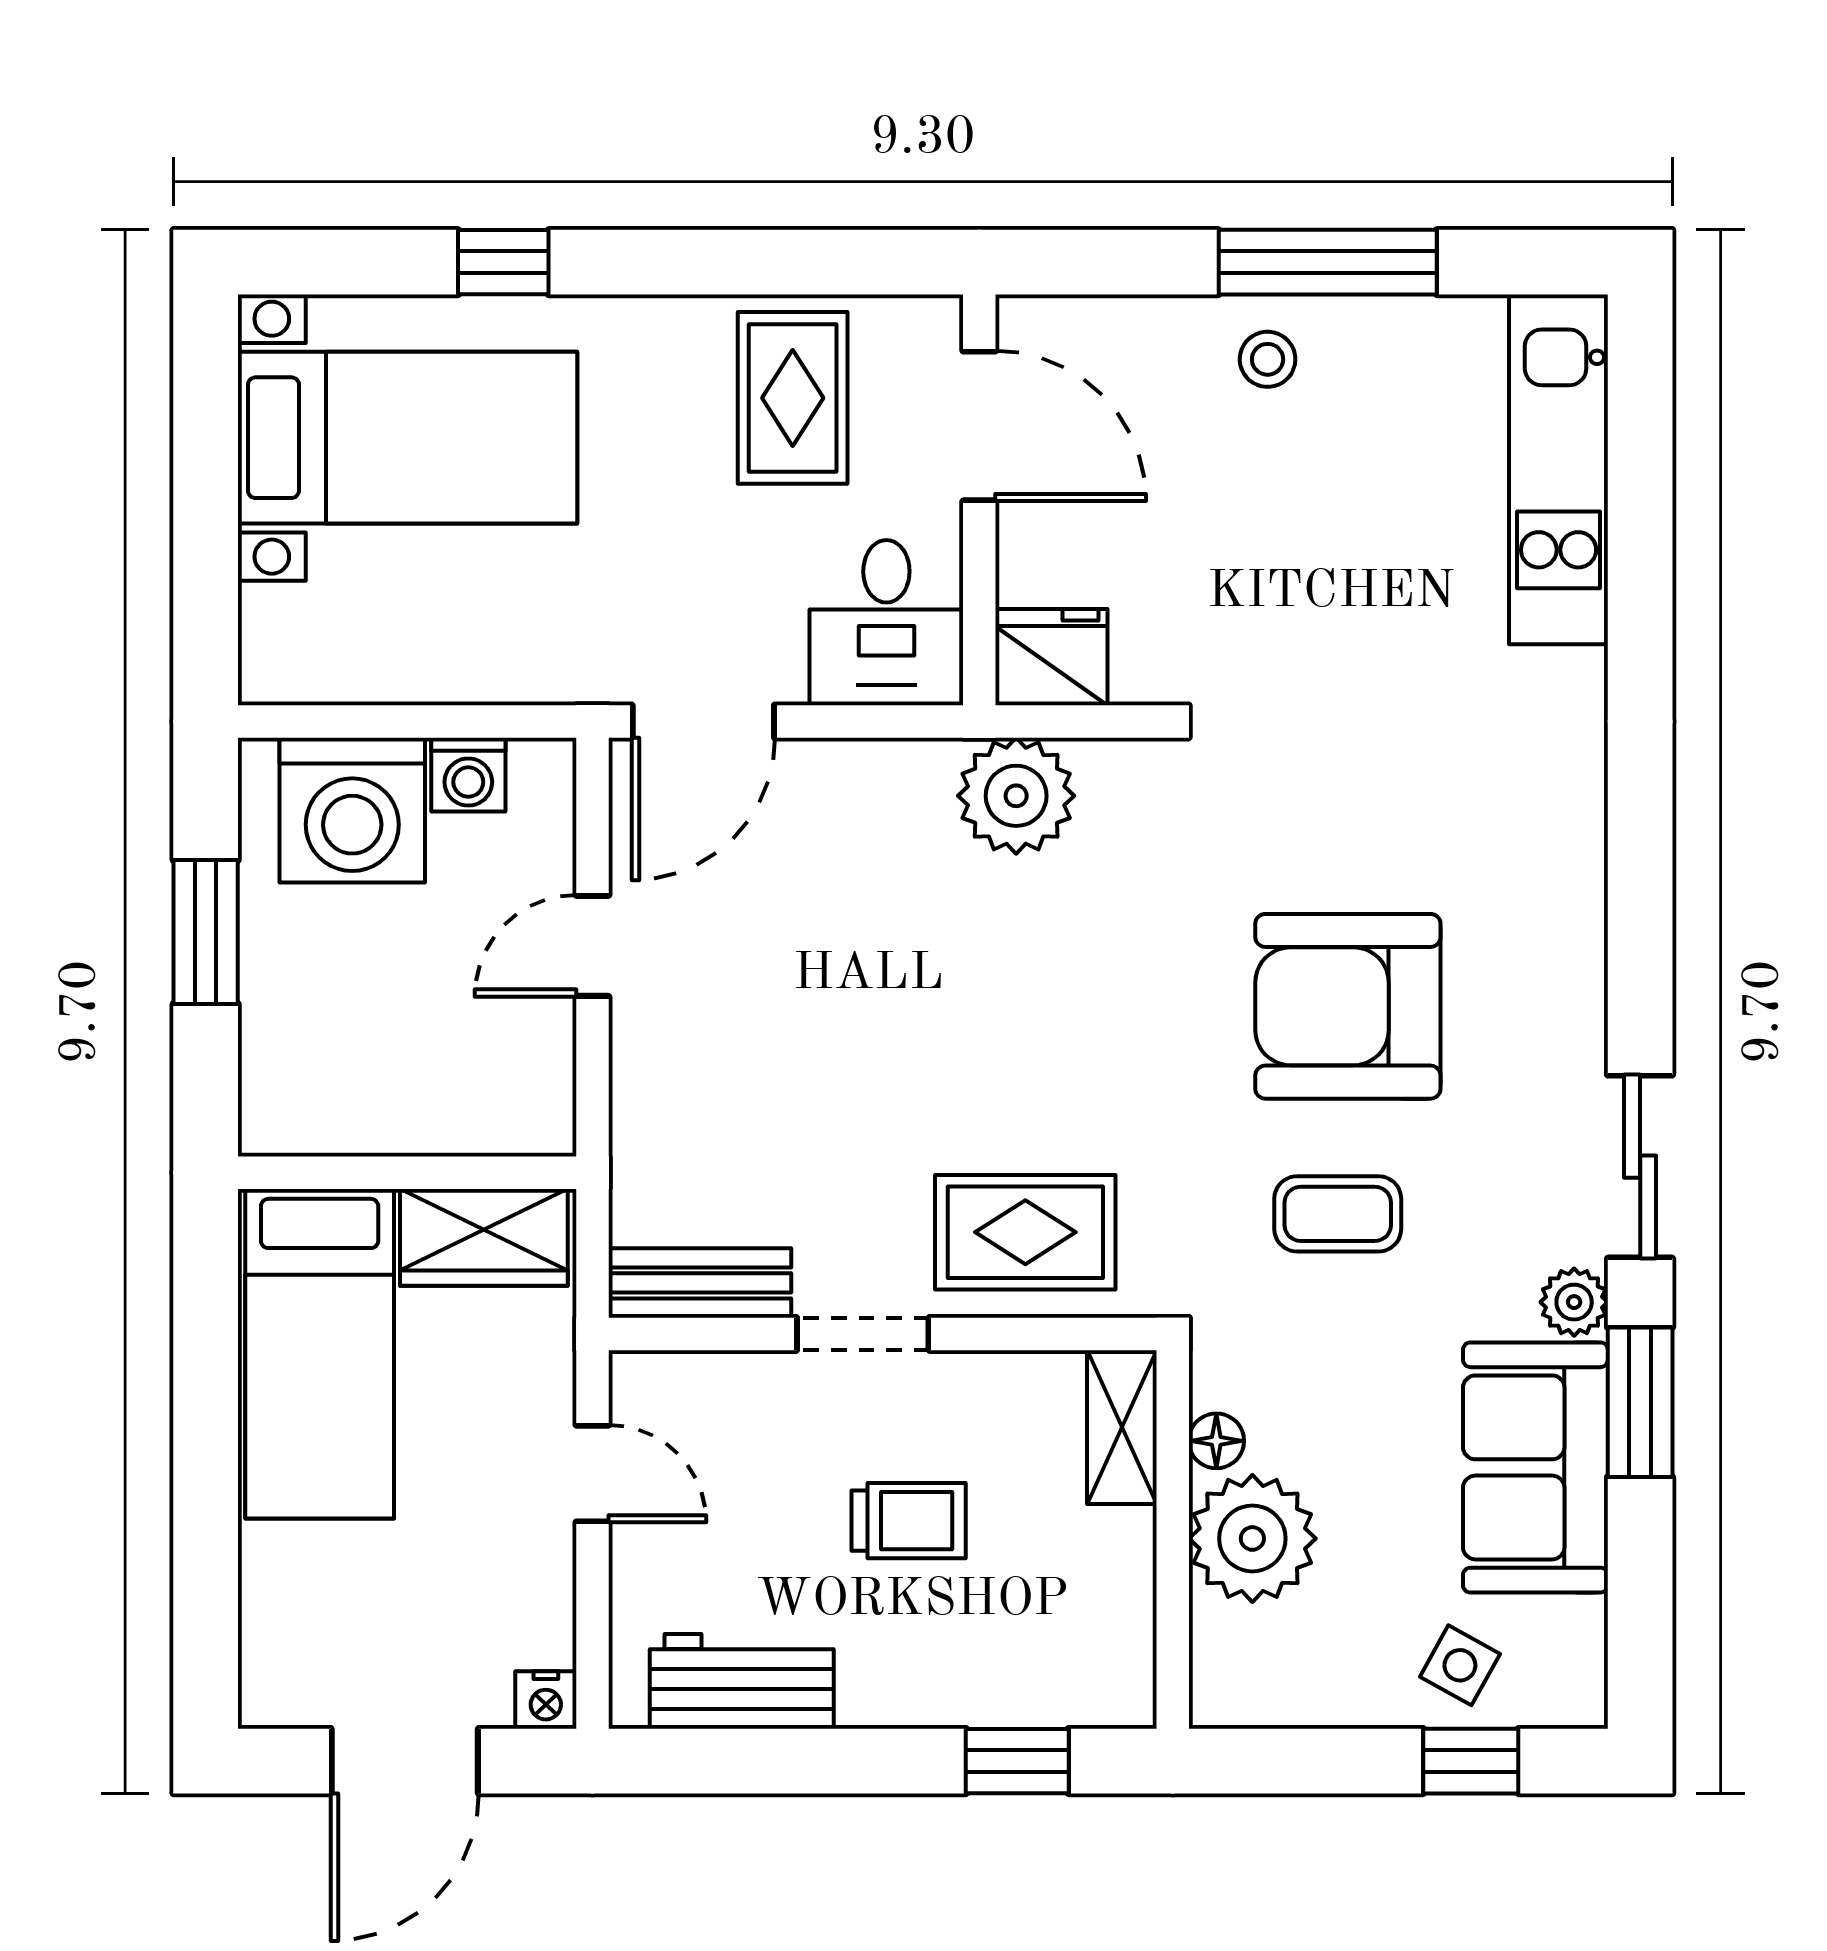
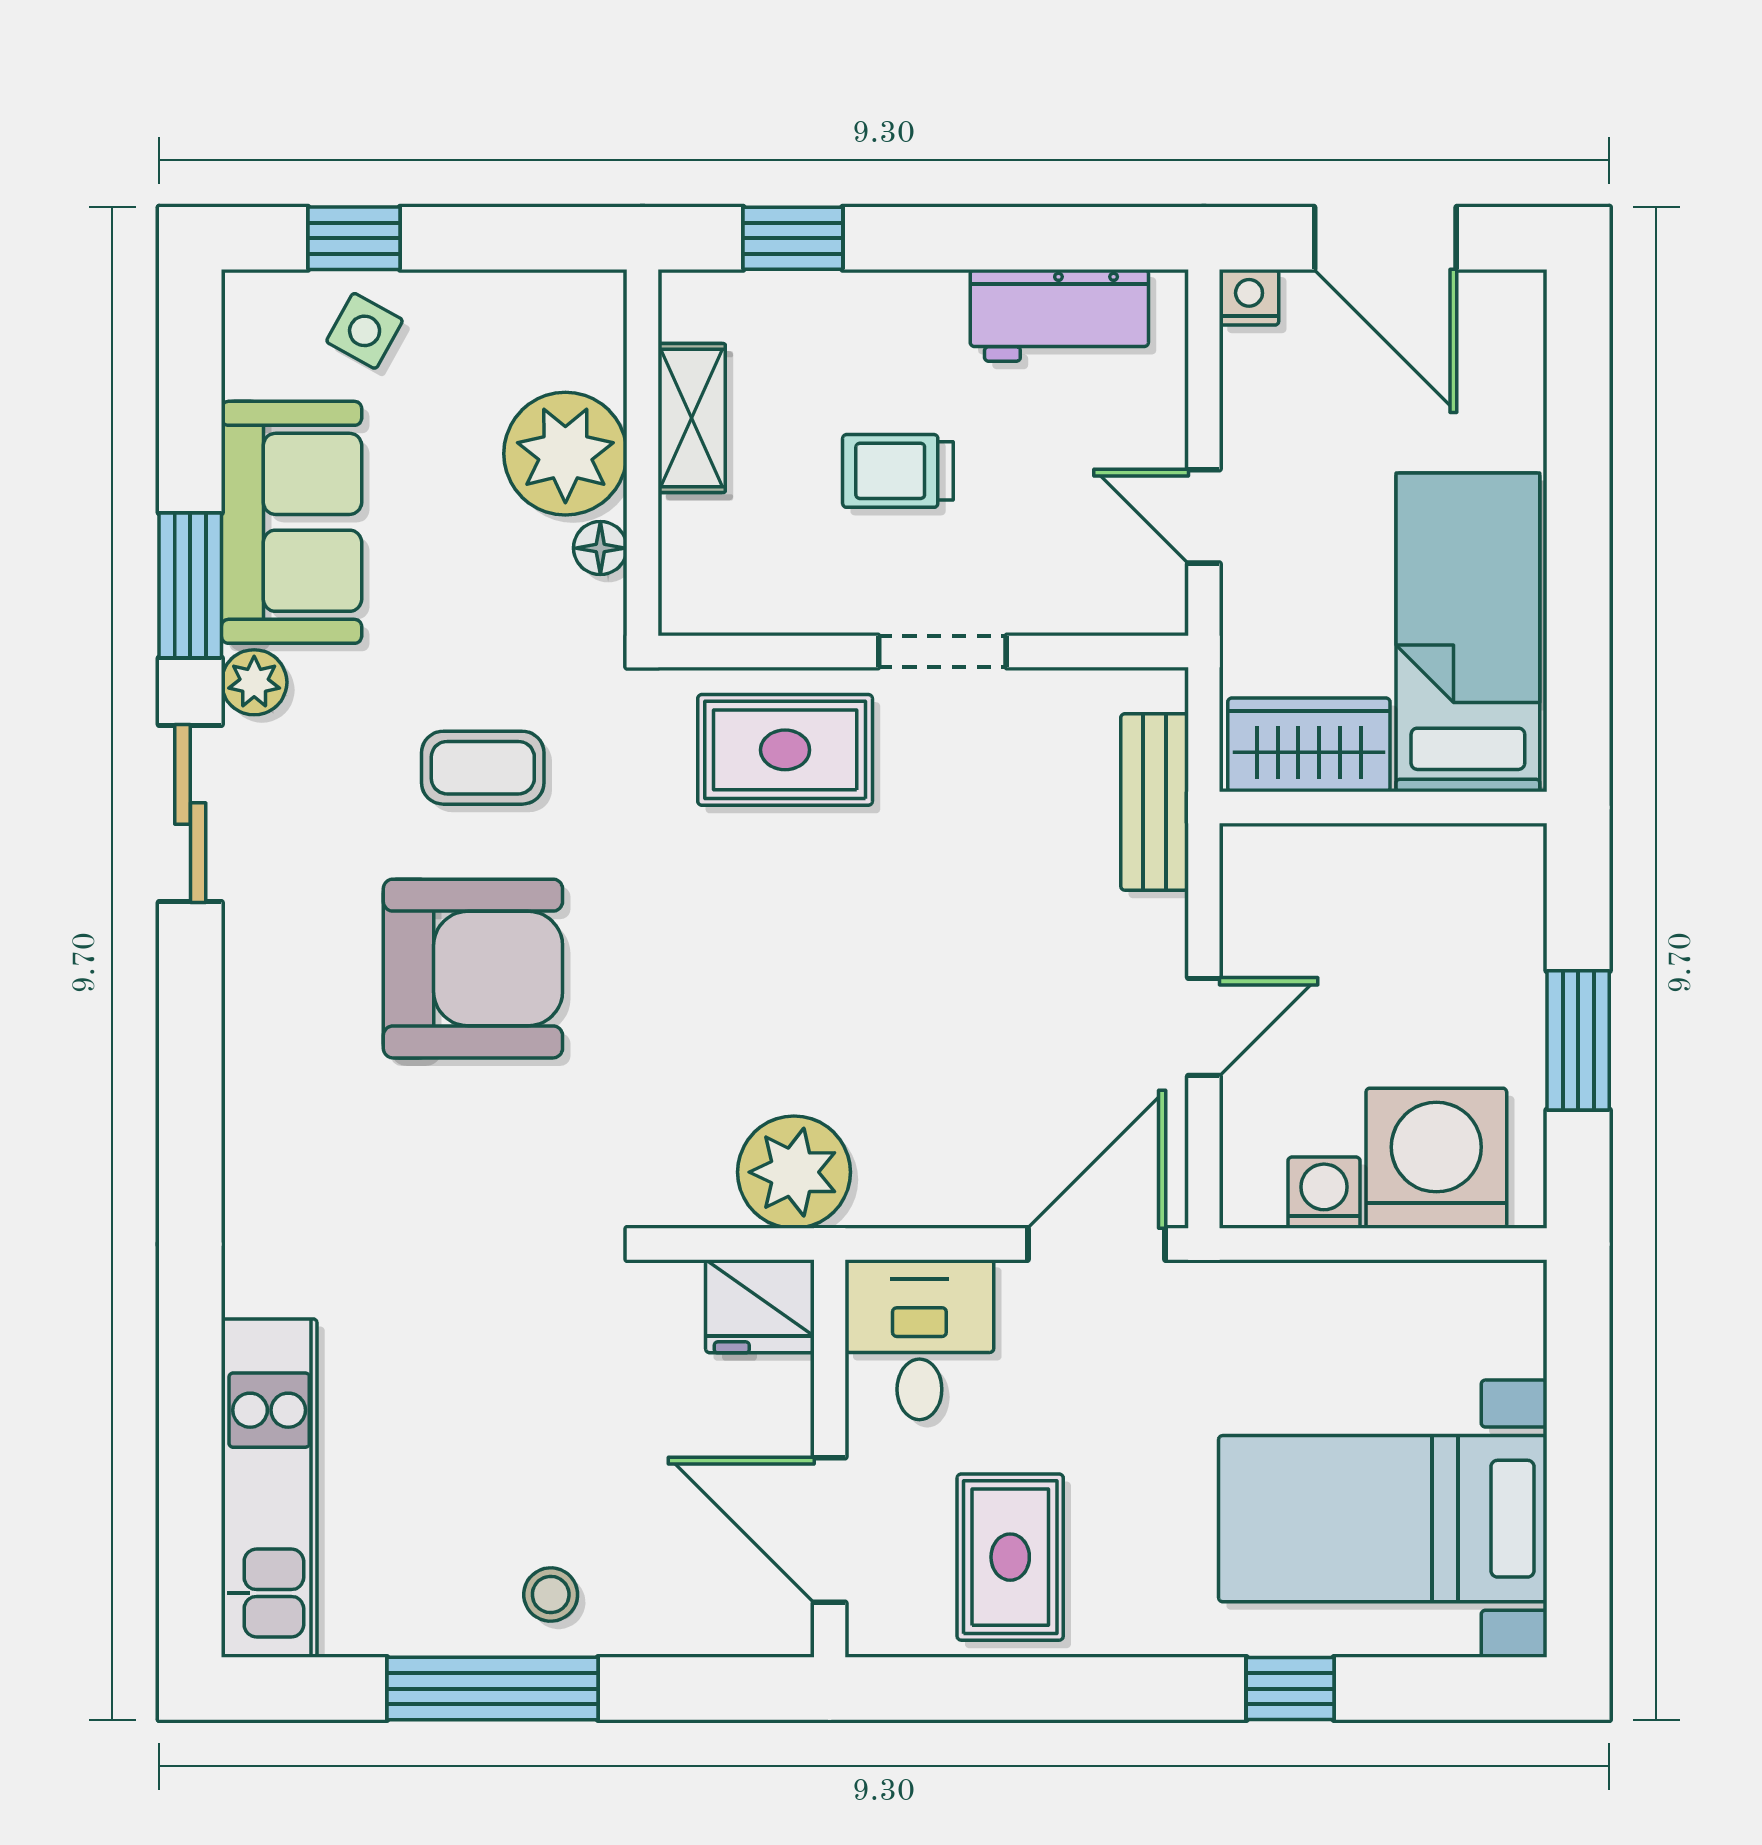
bench: (700, 1283) -> (1155, 802), moved, turned 90
shelving: (1122, 1427) -> (692, 418), moved
door: (405, 1761) -> (1385, 238), swing flipped

